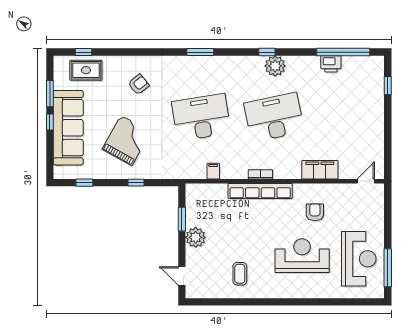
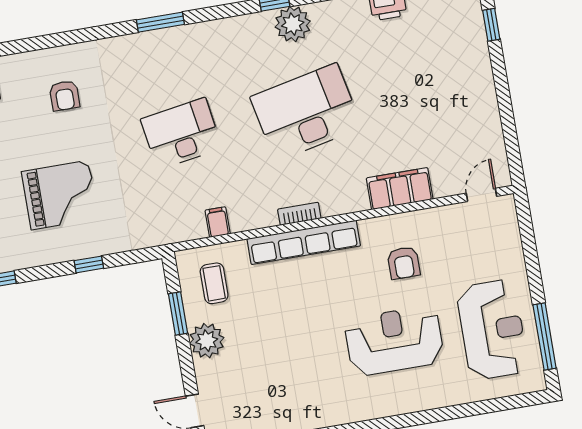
armchair: (139, 84) -> (64, 96), turned 129
desk: (201, 117) -> (181, 134), width x0.73, depth x0.77
grand piano: (126, 140) -> (60, 195), turned 61
armchair: (315, 212) -> (404, 263), turned 180
coffee table: (240, 274) -> (214, 283), moved

